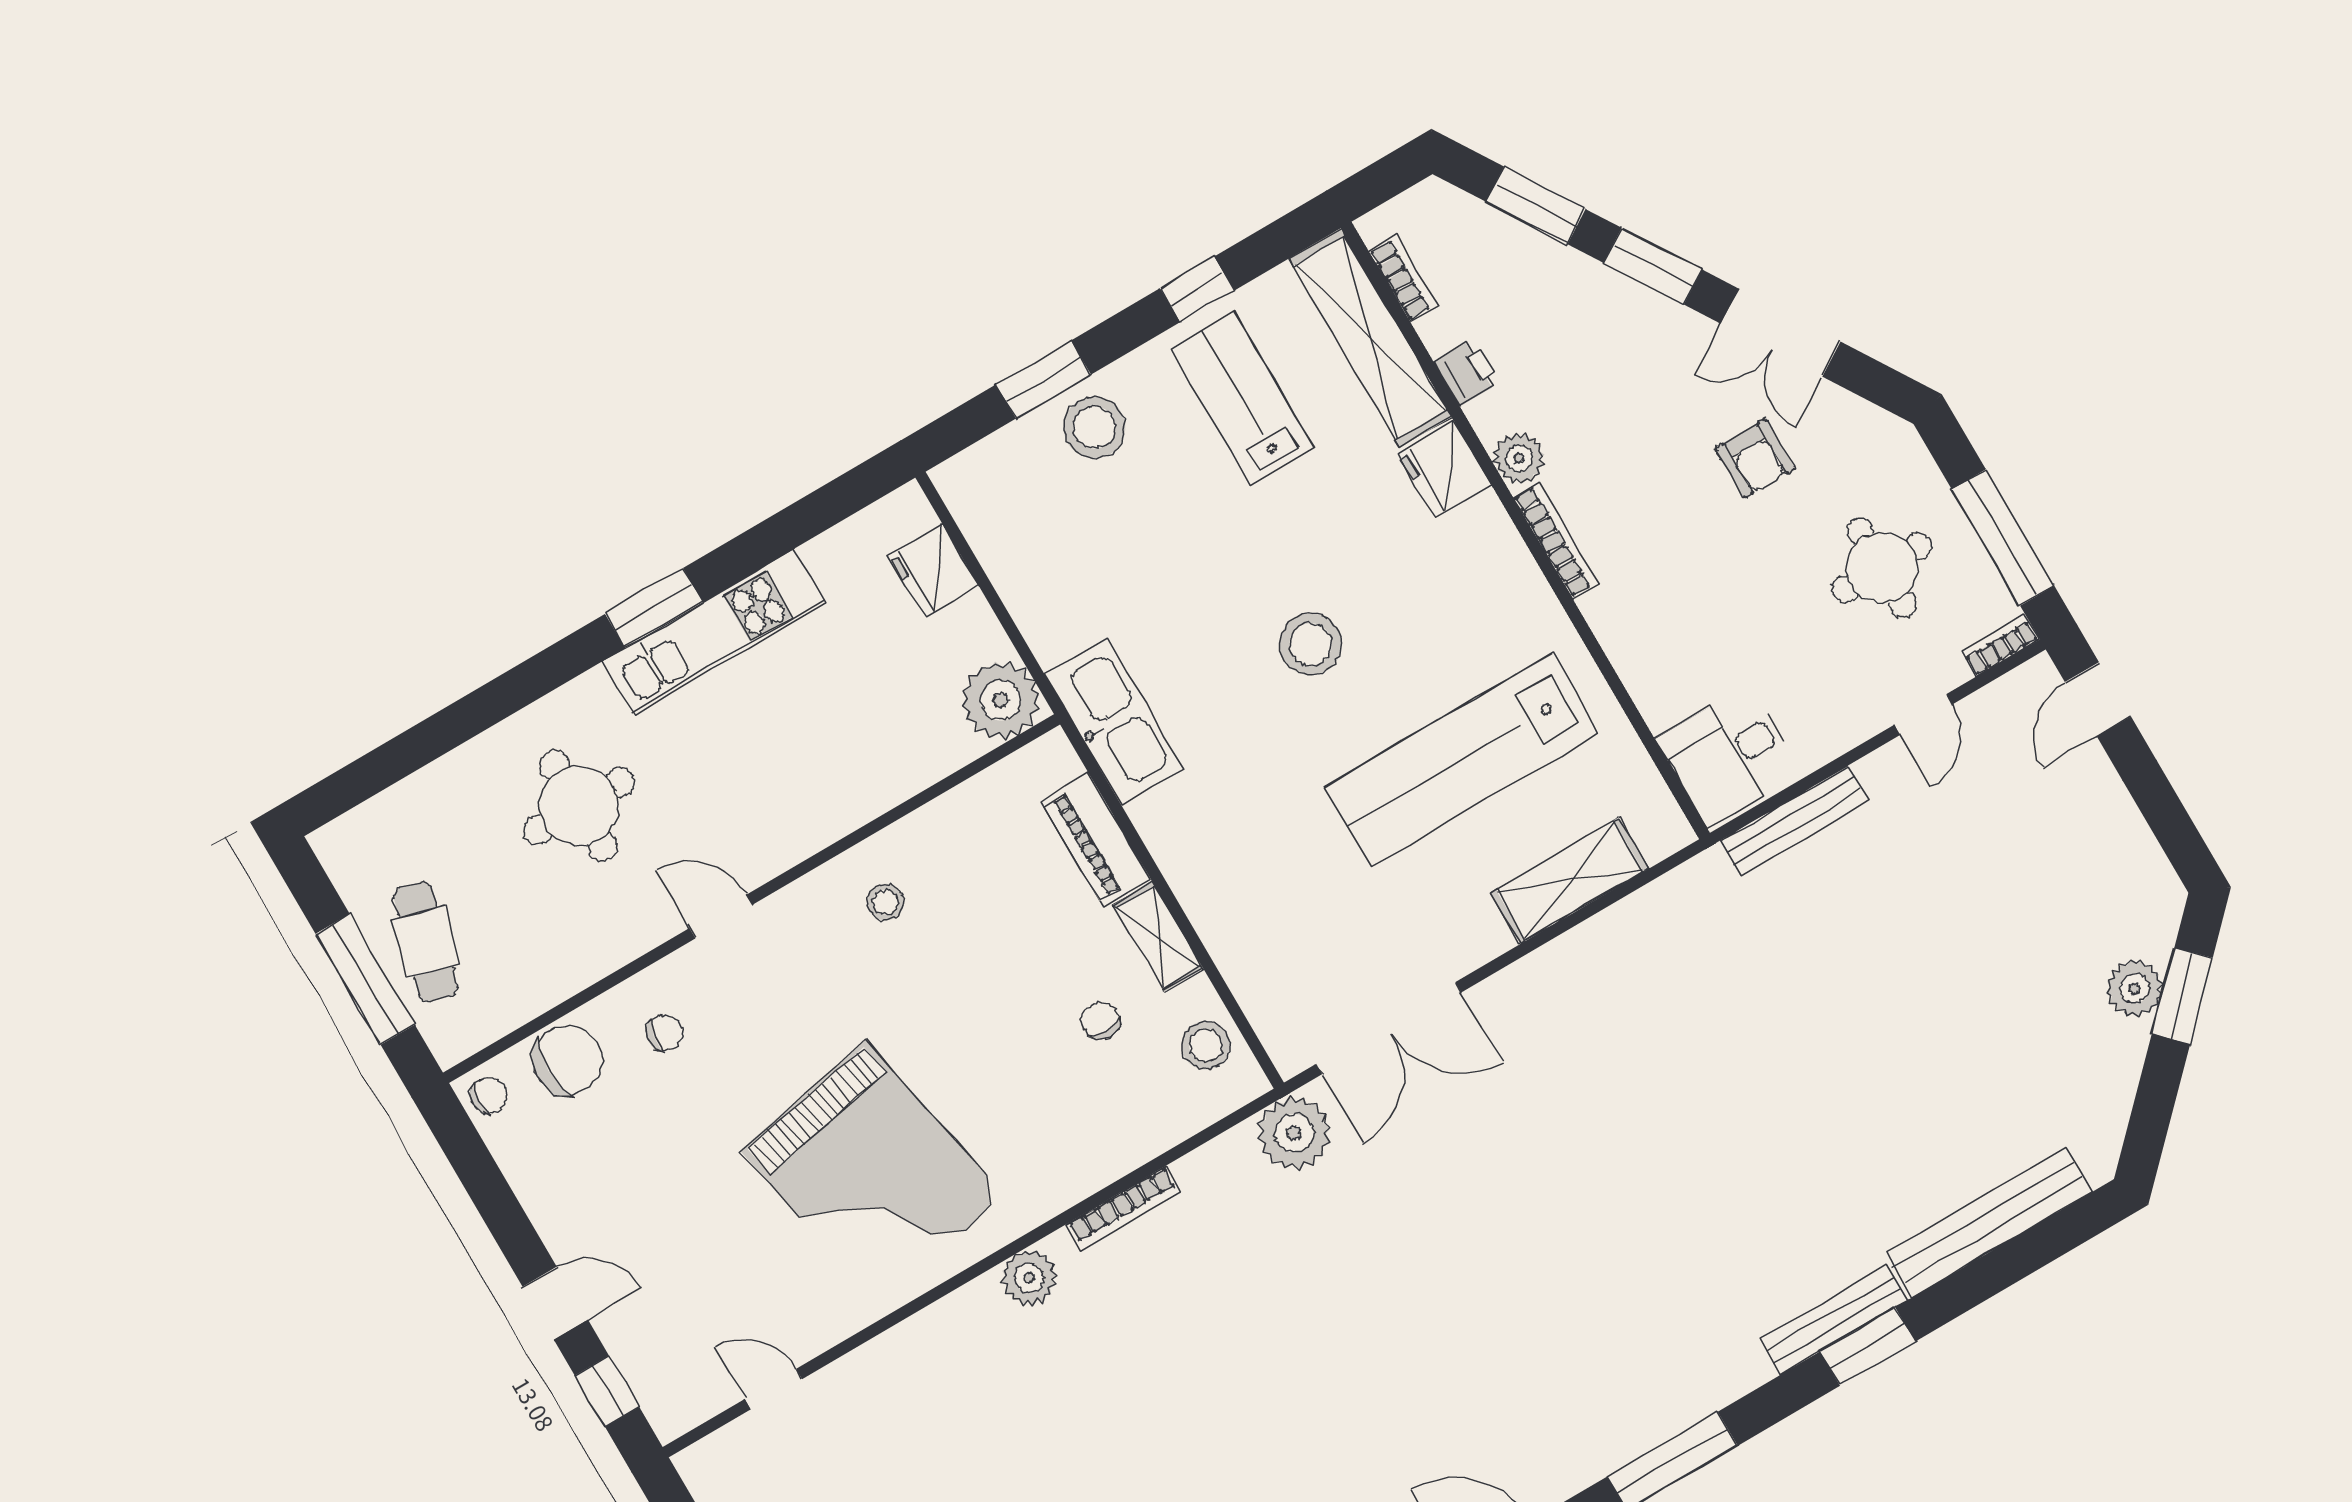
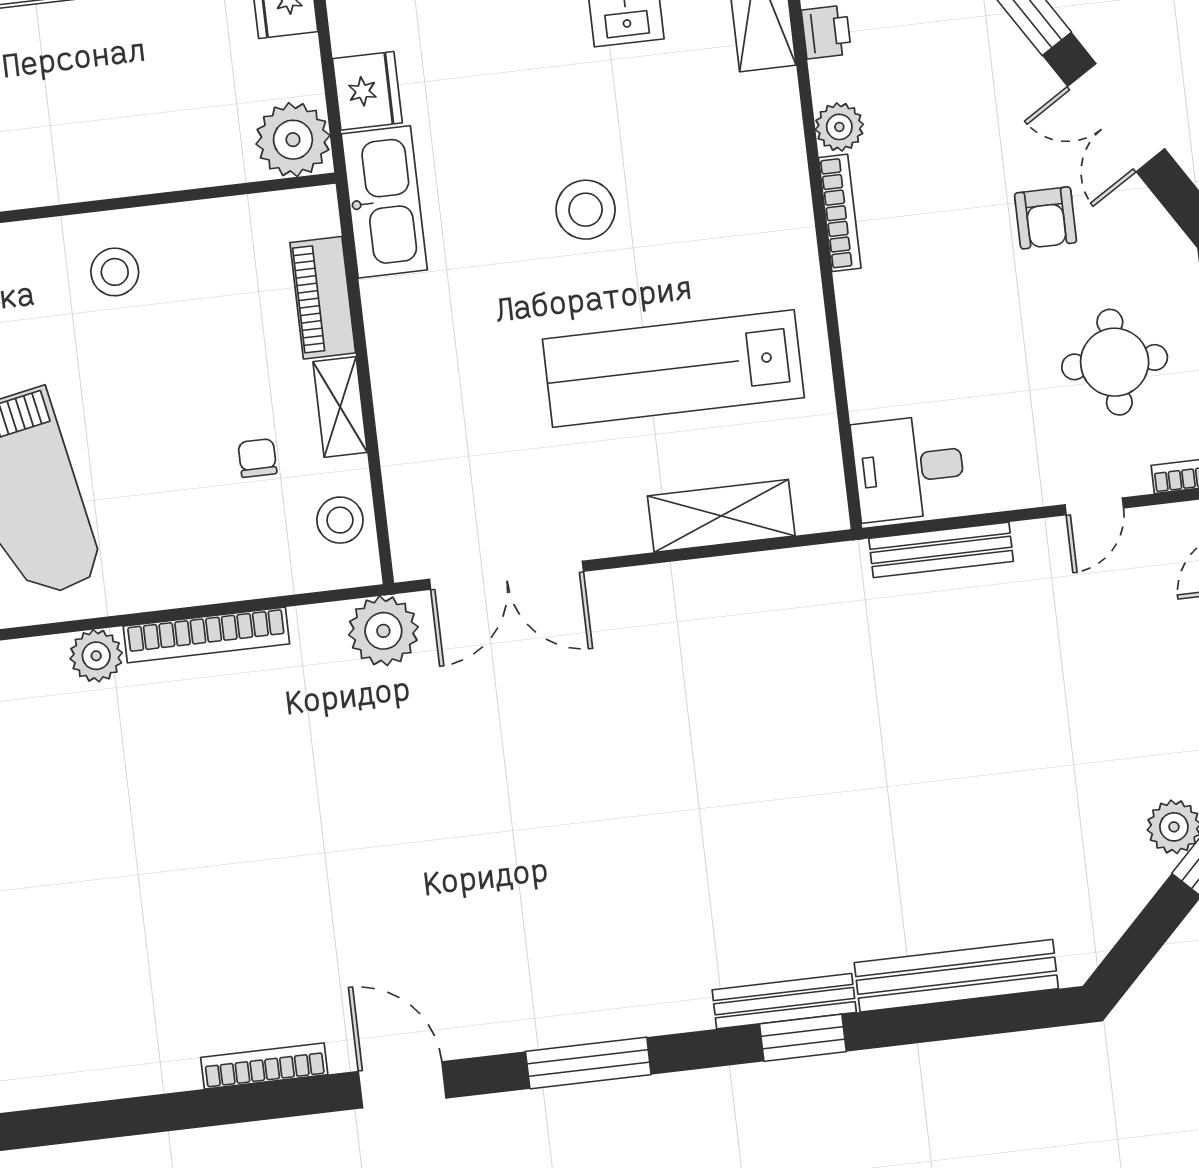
fridge: (1445, 469) -> (367, 91), moved, turned 180
stool: (885, 902) -> (115, 272), width x1.37, depth x1.37
bookcase: (1124, 1208) -> (206, 635), width x1.48, depth x1.31

